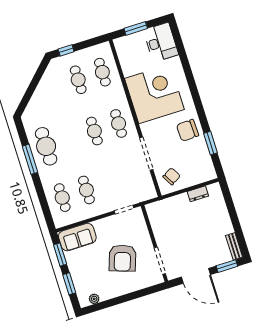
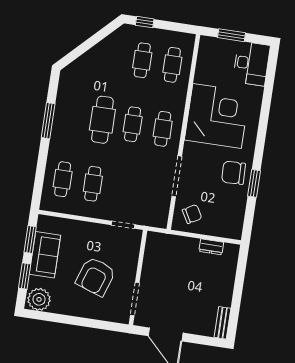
window: (211, 143) -> (254, 183), moved
cafe table: (46, 146) -> (102, 120), moved
sofa: (77, 237) -> (45, 255), moved, turned -90
window: (227, 266) -> (204, 340), removed
plant: (94, 299) -> (39, 299), width x1.87, depth x1.87

